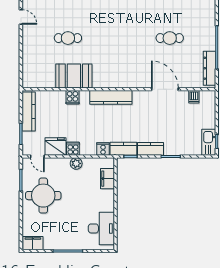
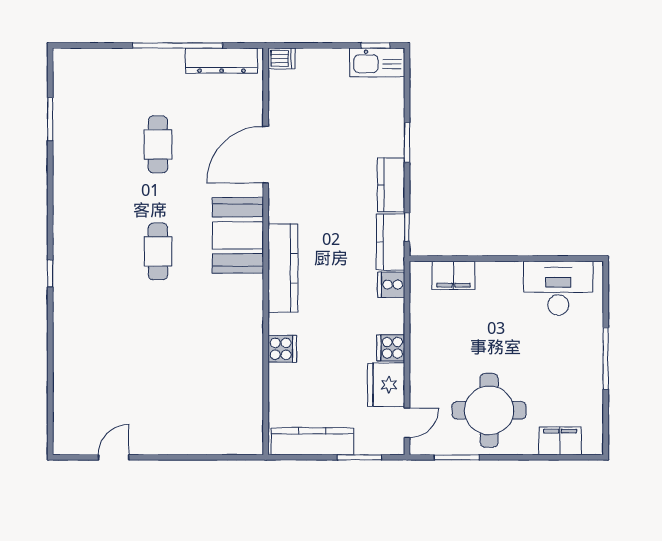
cafe table: (68, 38) -> (158, 251), moved
booth: (74, 76) -> (238, 235), moved
dishwasher: (194, 97) -> (282, 58), moved
plant: (76, 163) -> (422, 341), removed
filing cabinet: (33, 243) -> (560, 441), moved, turned 90

